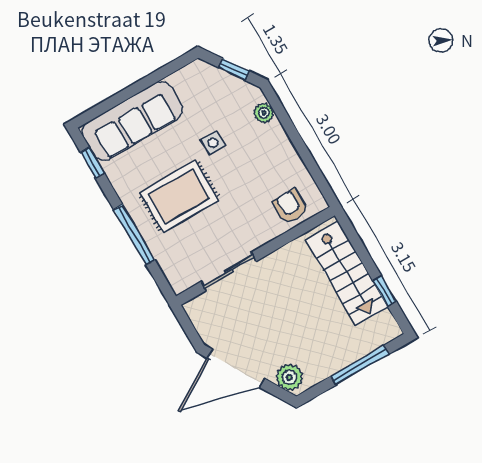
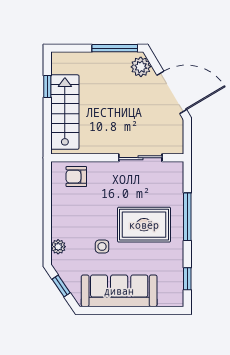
sofa: (132, 121) -> (119, 291), moved
armchair: (290, 206) -> (76, 177), turned 90
window: (360, 365) -> (115, 48), moved

